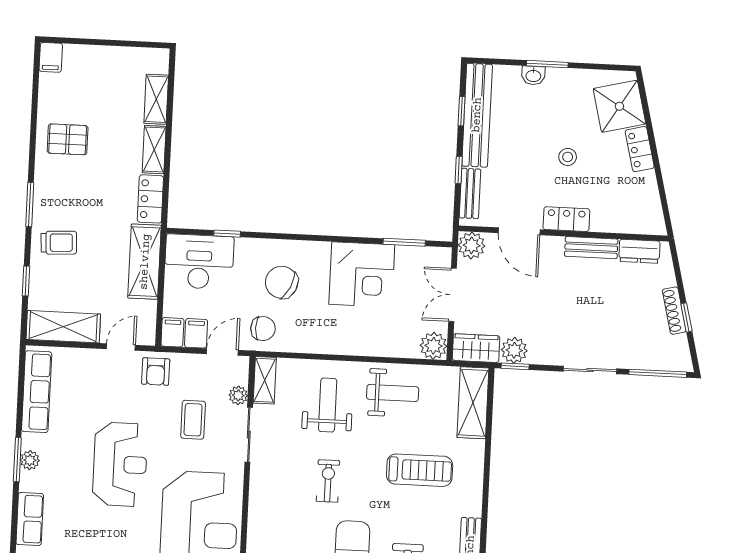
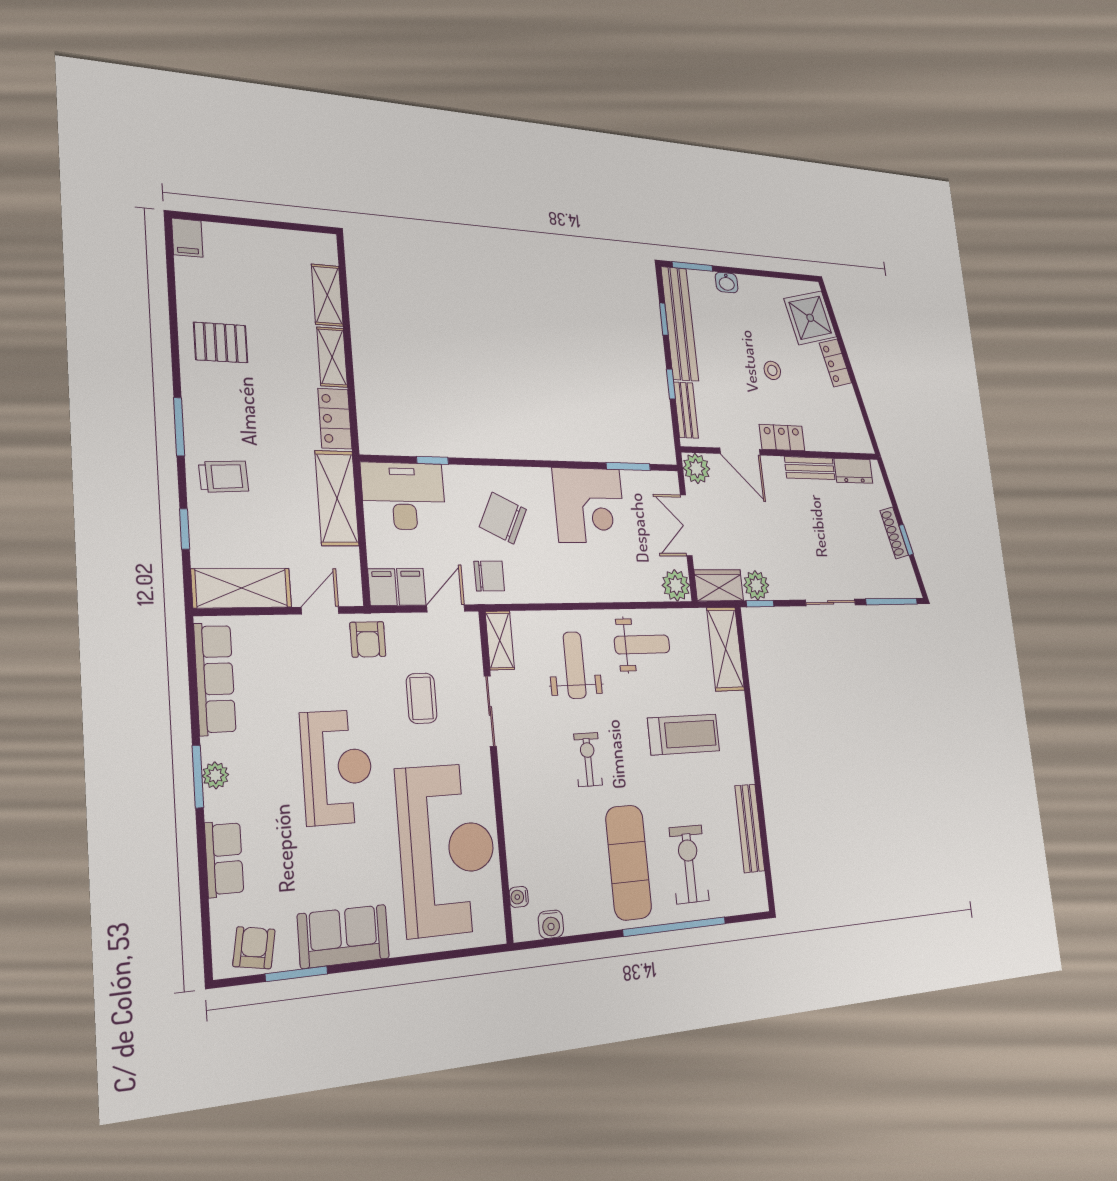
window: (547, 64) -> (692, 266), moved
plant: (238, 395) -> (472, 662), removed

